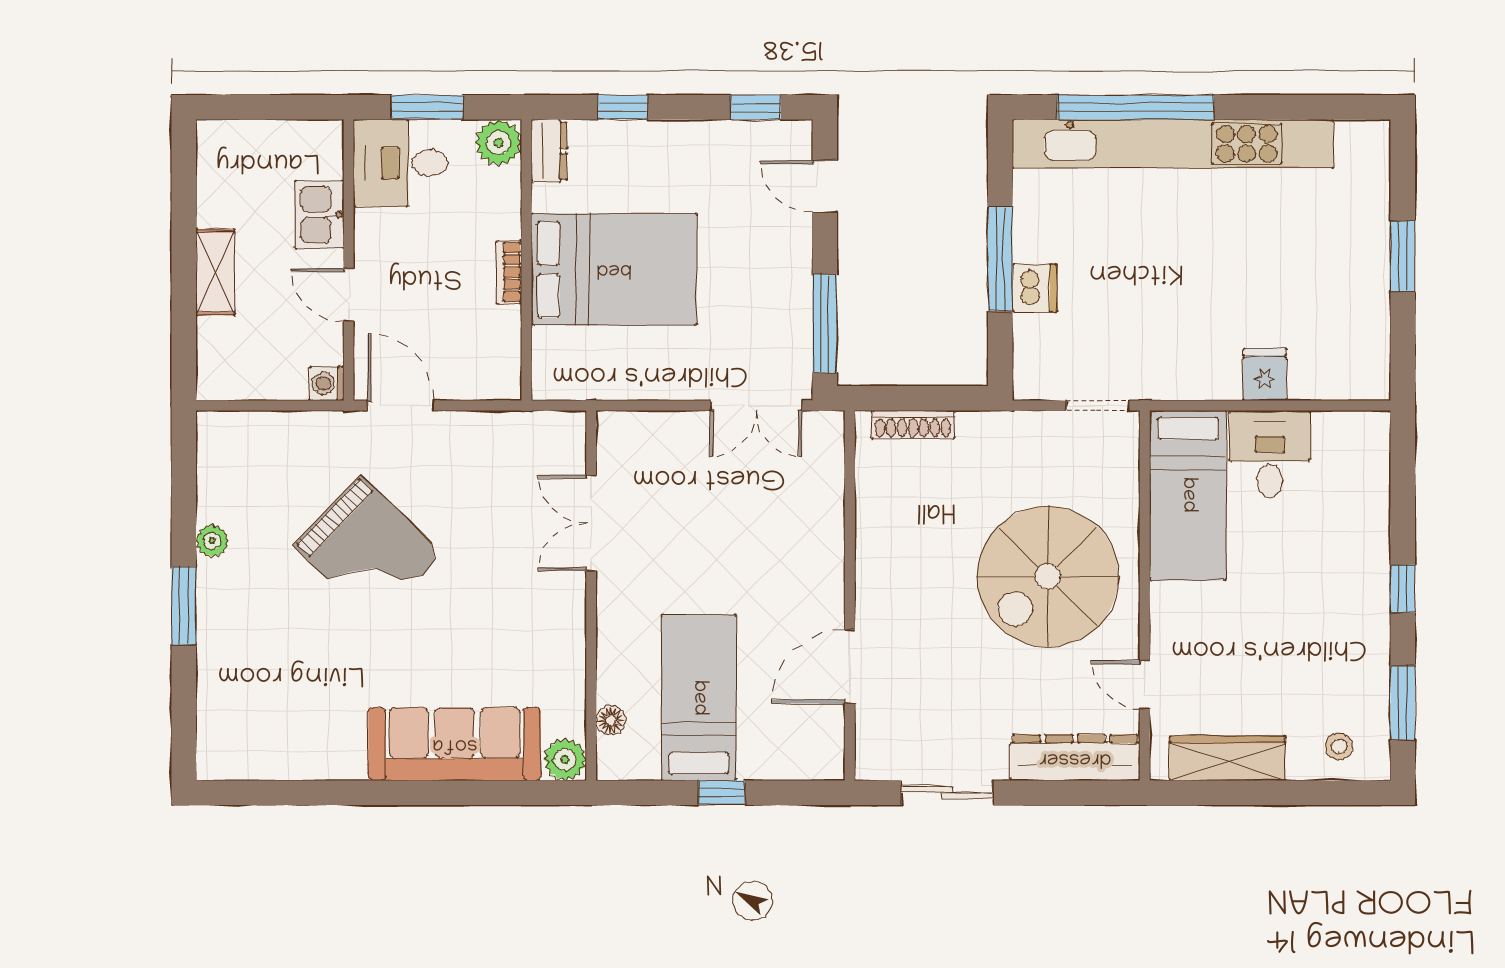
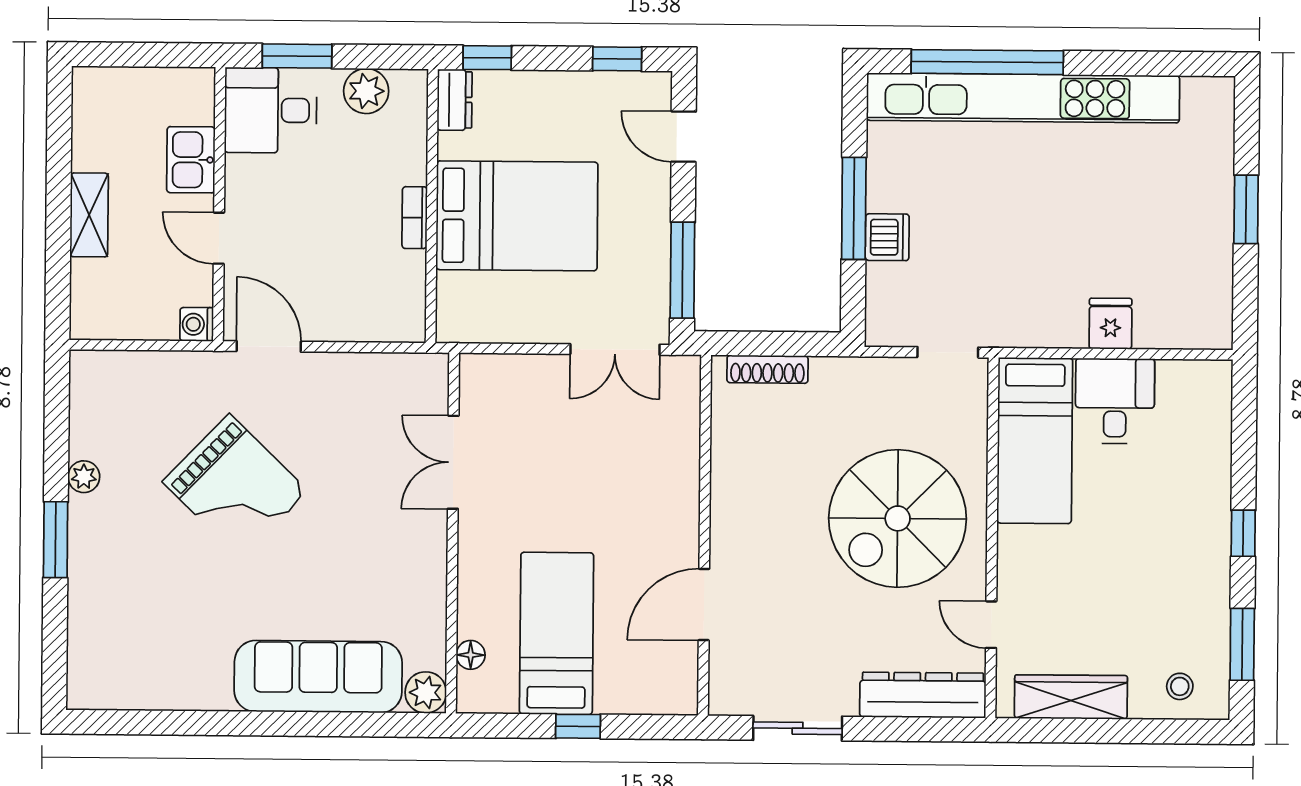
dresser: (549, 151) -> (455, 100), moved
wall: (526, 260) -> (432, 206), moved
bed: (614, 269) -> (517, 216), moved
bookcase: (509, 272) -> (415, 218), moved

